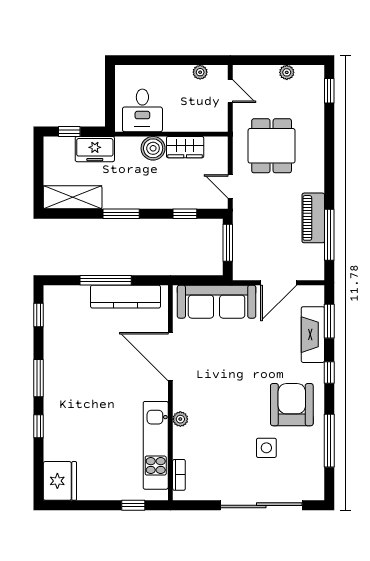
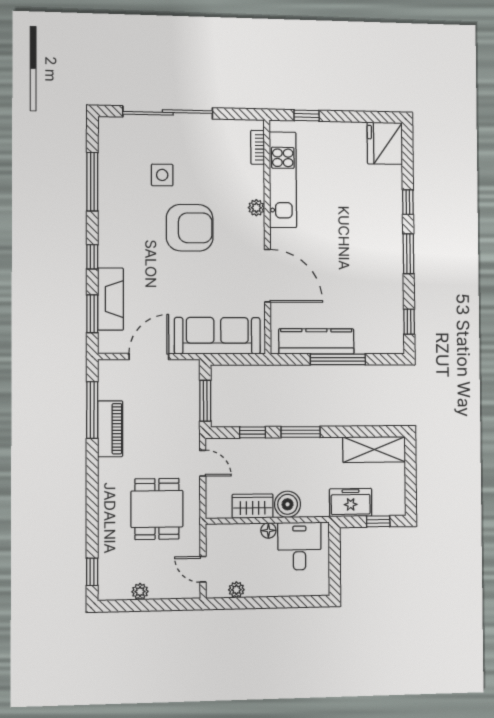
floor lamp: (171, 125) -> (268, 531), added
window: (121, 214) -> (301, 432), moved
armchair: (292, 405) -> (190, 228), moved, turned -90

